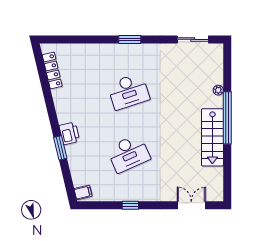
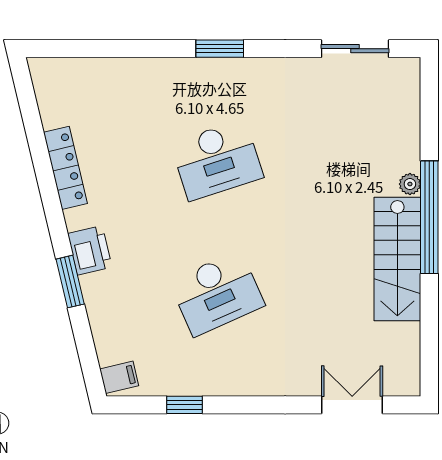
locker: (52, 70) -> (65, 168), moved
plant: (218, 90) -> (410, 184), moved
window: (130, 205) -> (184, 405), moved

